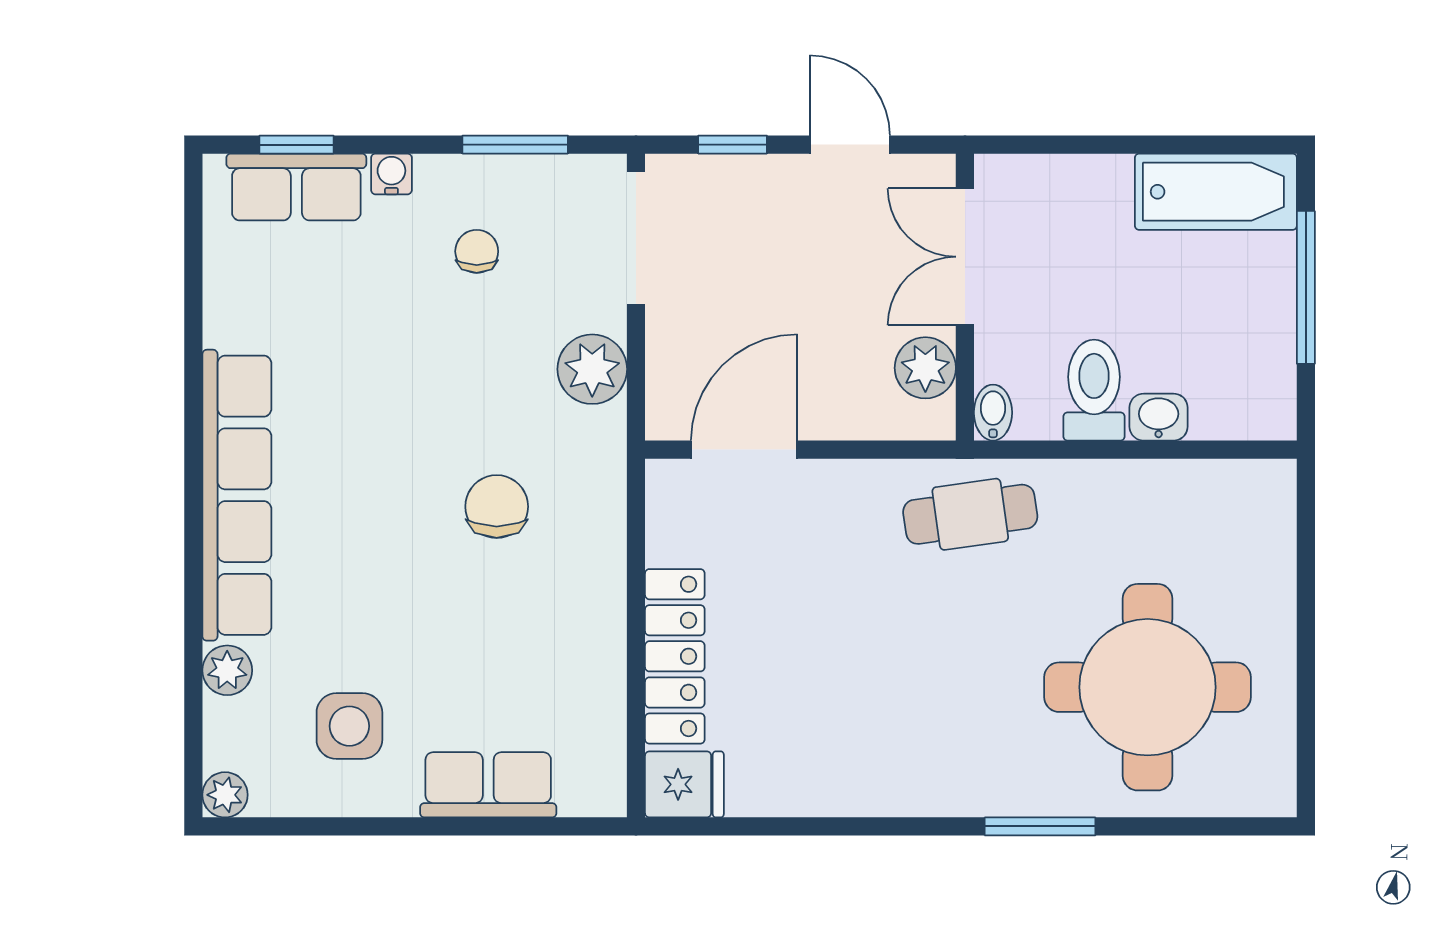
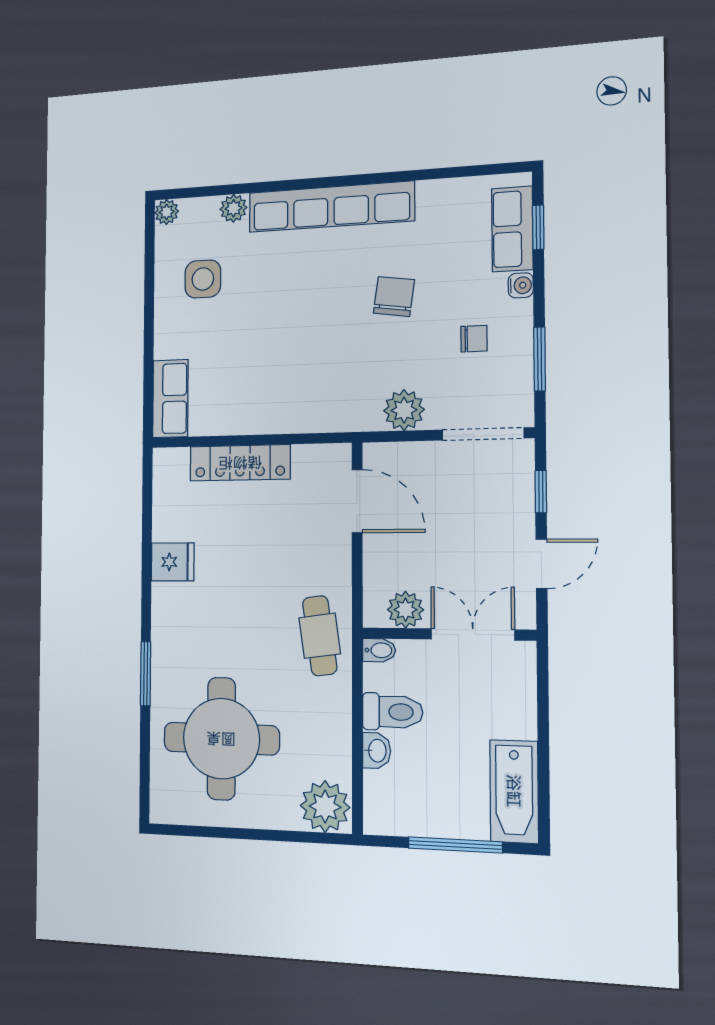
plant: (1254, 505) -> (325, 807), added
chair: (497, 507) -> (394, 297), moved, turned -82
fridge: (684, 784) -> (173, 562), moved, turned -90
row of seats: (488, 785) -> (170, 399), moved

